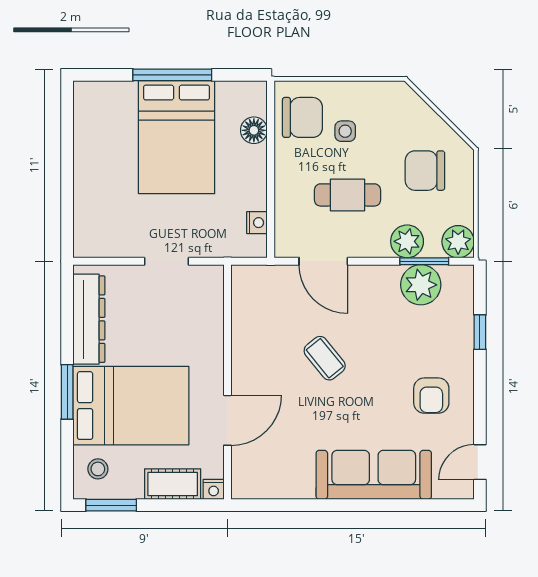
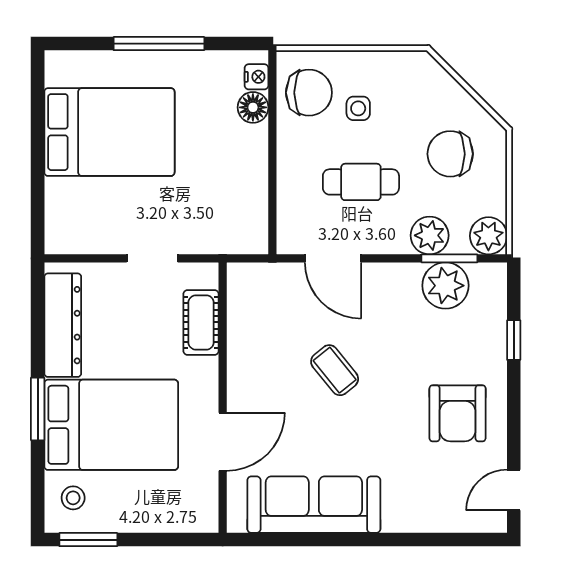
bed: (177, 137) -> (109, 132), moved, turned -90
nightstand: (257, 223) -> (256, 77), moved
armchair: (431, 396) -> (458, 413), width x1.38, depth x1.38
sofa: (374, 475) -> (314, 505), moved
cot: (173, 484) -> (201, 322), moved, turned 90
nightstand: (214, 489) -> (207, 521), removed

